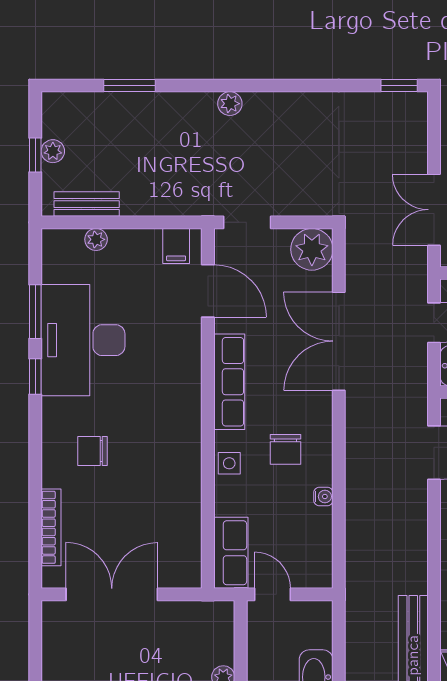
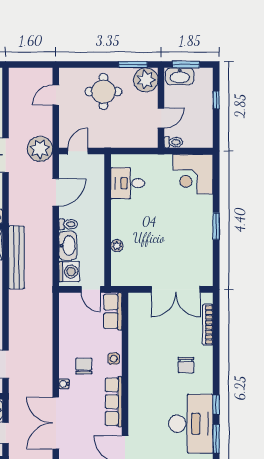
double door: (339, 341) -> (56, 423), swing flipped
chair: (92, 451) -> (186, 365), turned 90
water cooler: (323, 496) -> (64, 384), moved
washing machine: (314, 628) -> (69, 272), added

